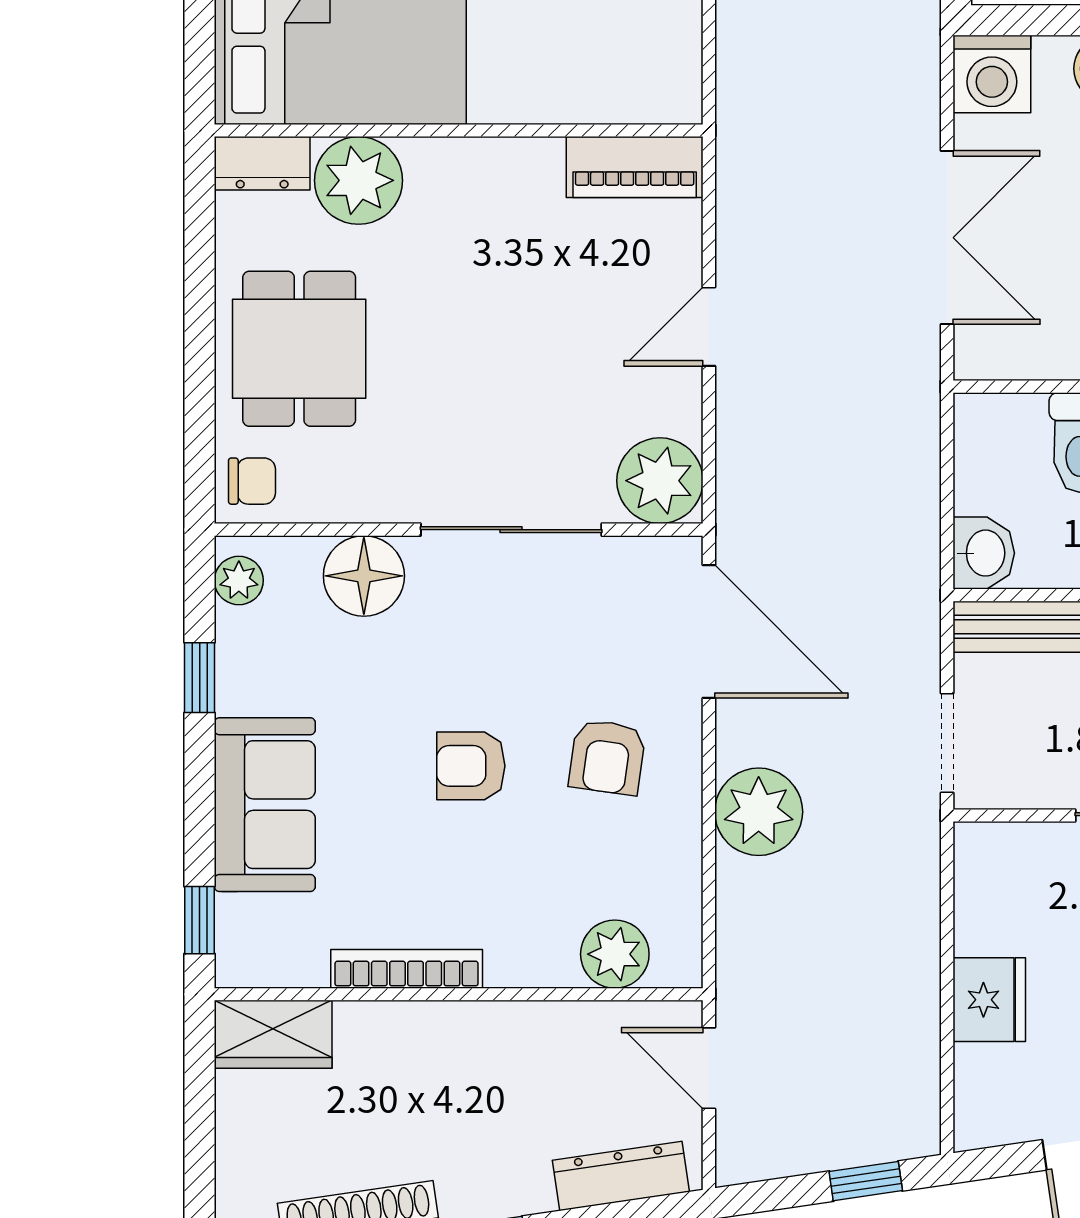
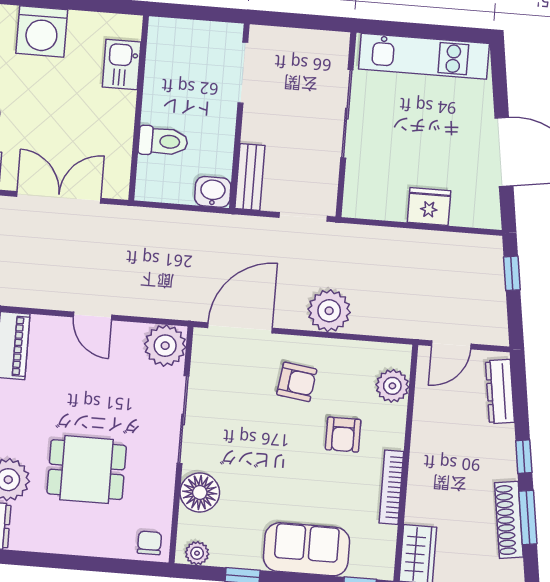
dining table: (299, 349) -> (87, 470), moved
armchair: (471, 766) -> (343, 435), moved

